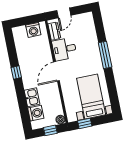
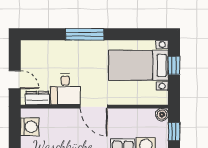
window: (85, 123) -> (174, 65), moved

